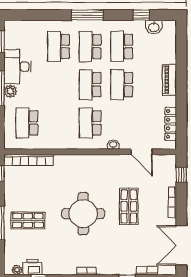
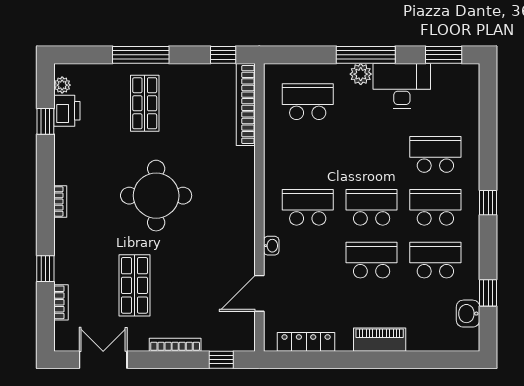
window: (87, 15) -> (488, 203), width x0.46
shop shelf: (129, 206) -> (134, 285), moved, turned 90
double door: (181, 245) -> (103, 360), width x0.73

